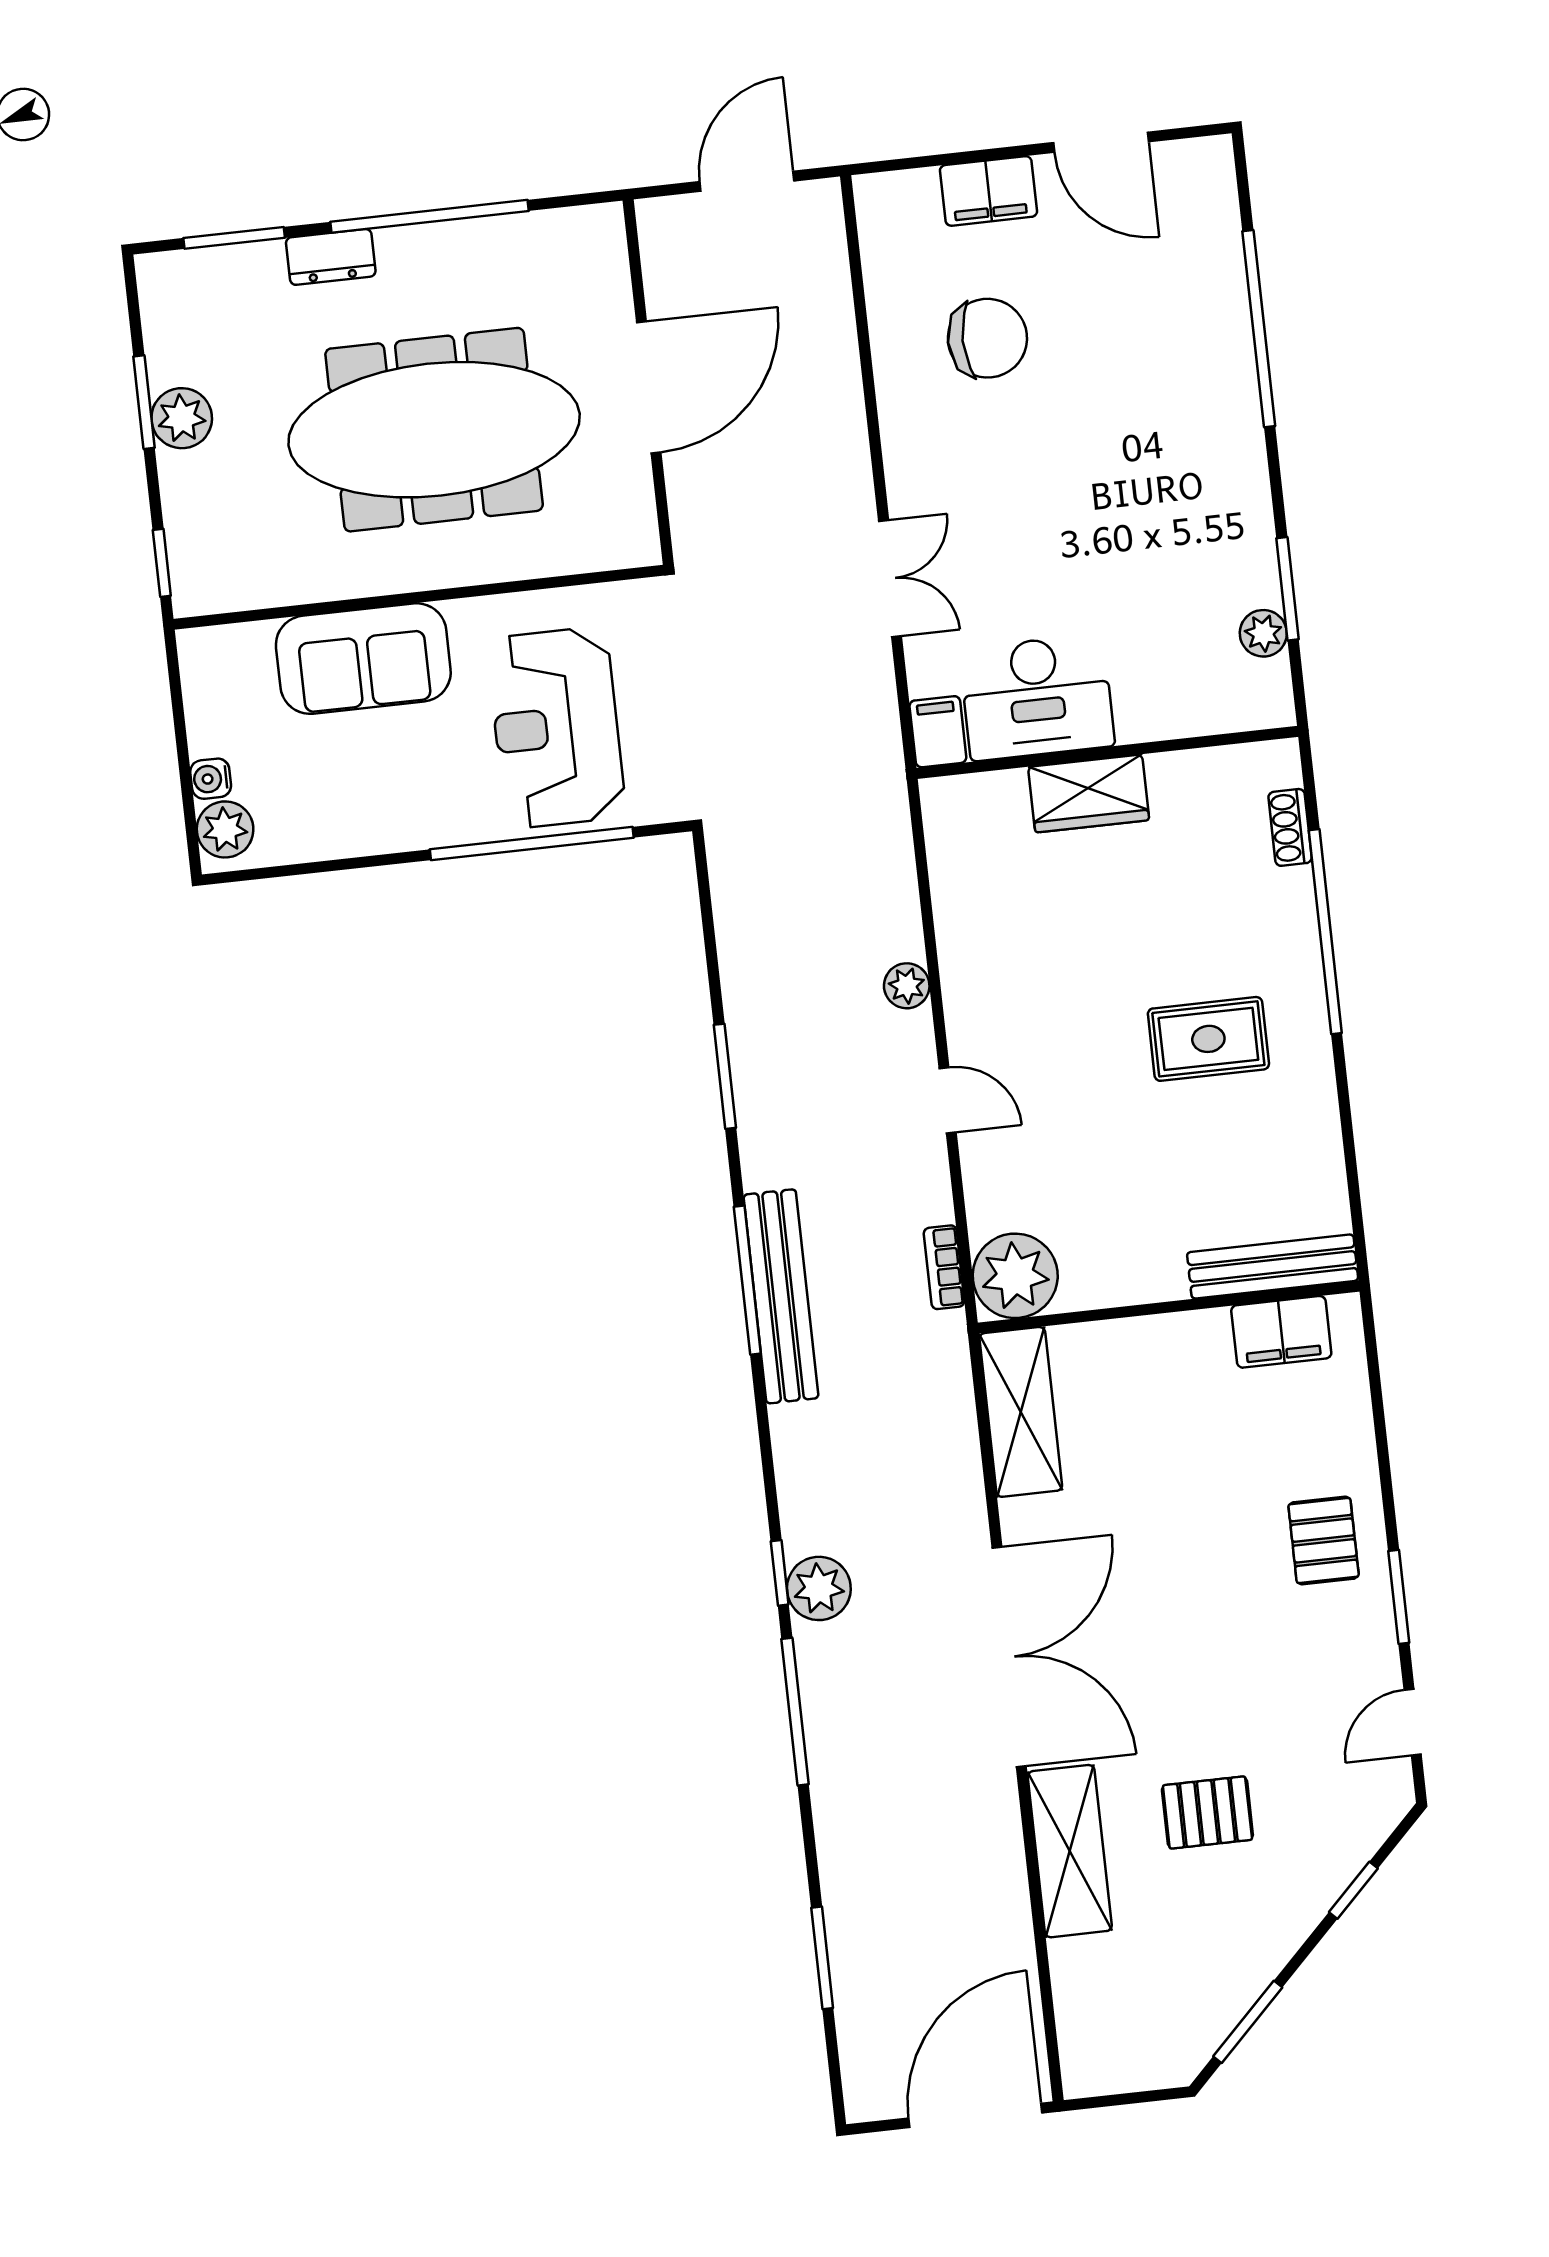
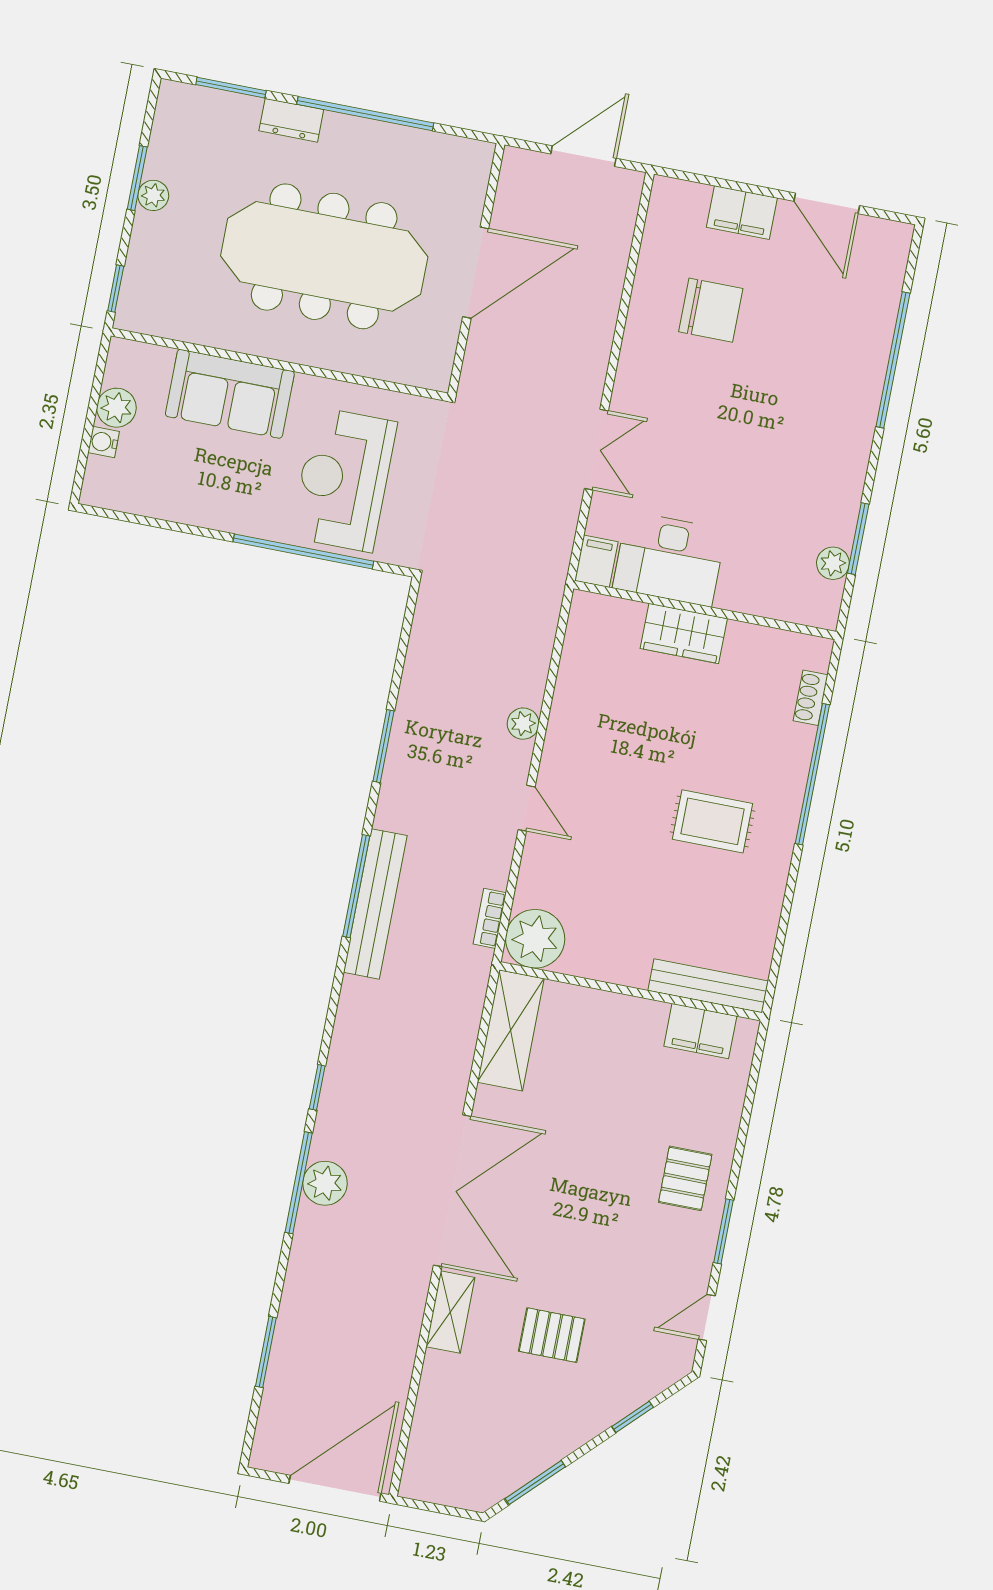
plant: (182, 418) -> (153, 195), width x0.73, depth x0.73
plant: (225, 829) -> (116, 408), moved
plant: (819, 1588) -> (325, 1183), moved
shelving: (1070, 1851) -> (450, 1312), width x0.67, depth x0.75

